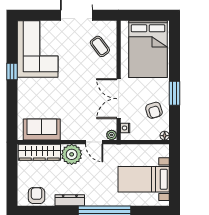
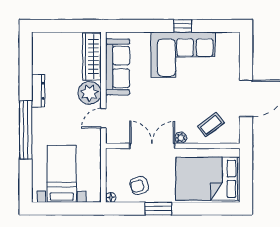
corner sofa: (38, 49) -> (183, 55), moved
nightstand: (125, 128) -> (119, 153), removed
sofa: (42, 129) -> (118, 67), width x1.36
plant: (112, 135) -> (181, 138), moved
armchair: (37, 196) -> (43, 54), removed

